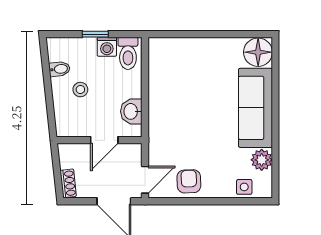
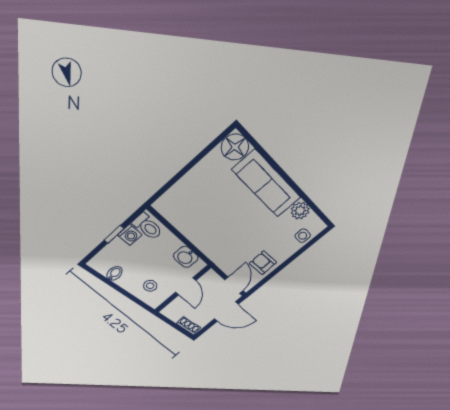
stool: (80, 90) -> (150, 286), moved

